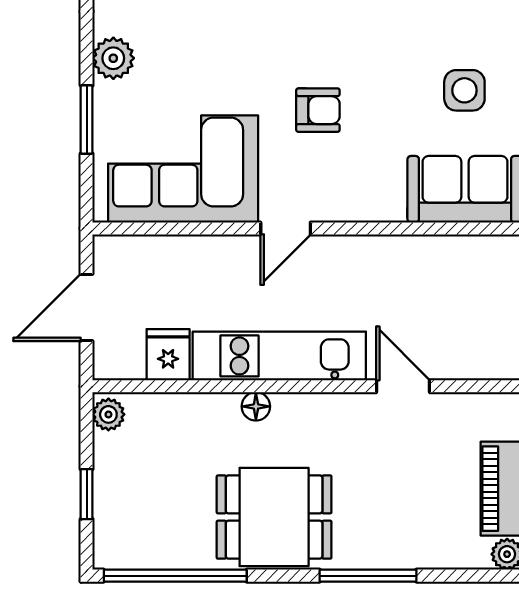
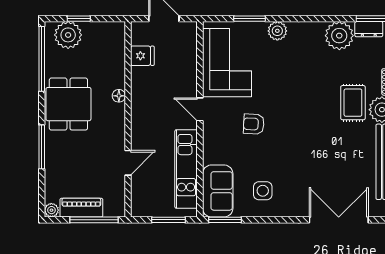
armchair: (318, 110) -> (254, 124), turned 93
kitchen unit: (279, 356) -> (186, 169), moved, turned 180
plant: (108, 414) -> (68, 35), moved, width x1.87, depth x1.87

